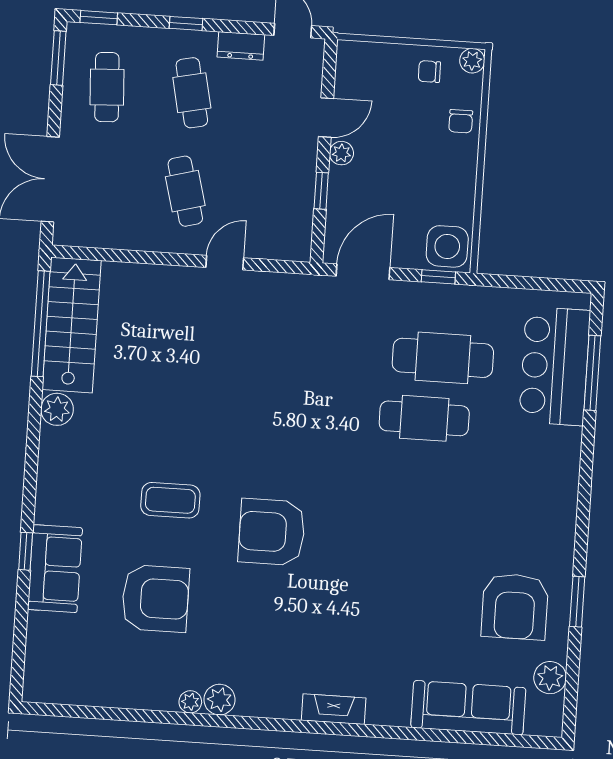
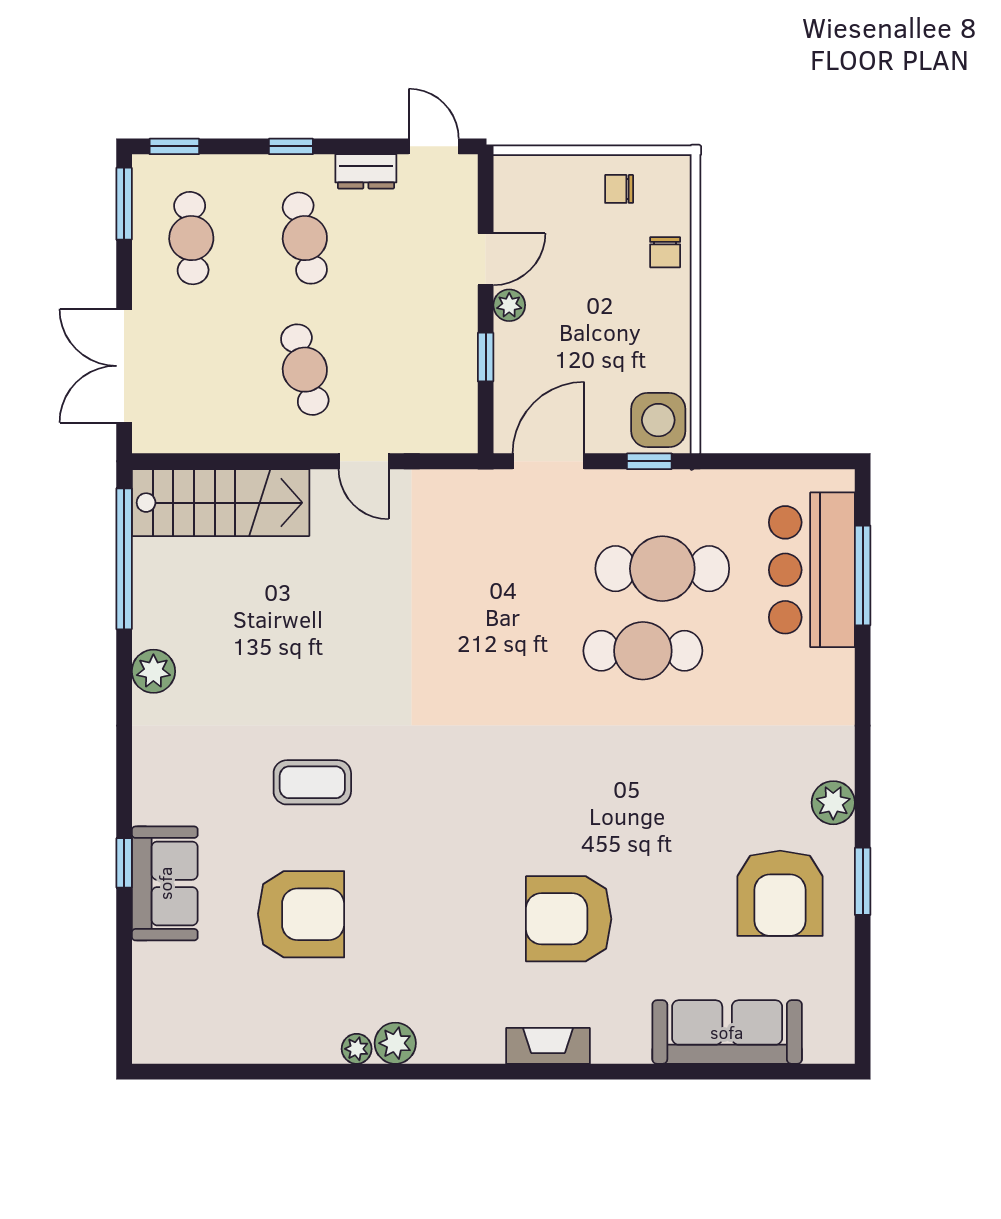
plant: (472, 61) -> (675, 171), removed
door: (225, 263) -> (364, 461), swing flipped
stairs: (72, 325) -> (221, 503), moved, turned 90
armchair: (272, 532) -> (569, 919), moved
plant: (550, 678) -> (833, 803), moved

